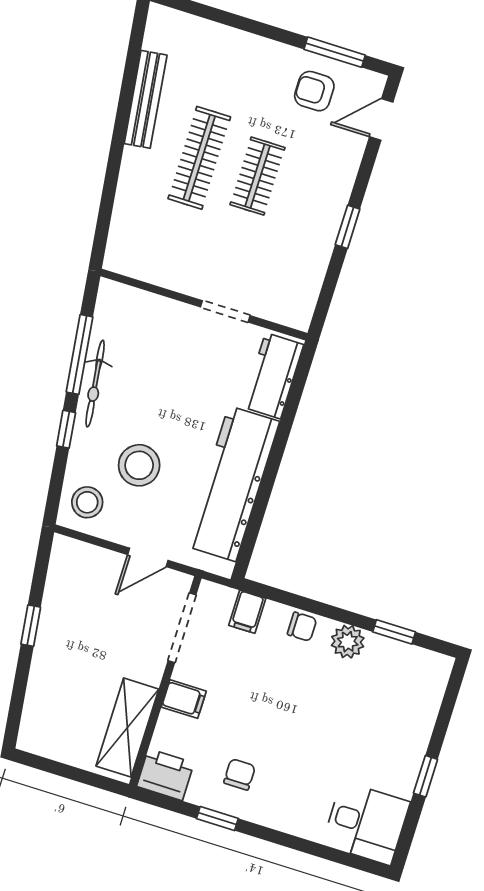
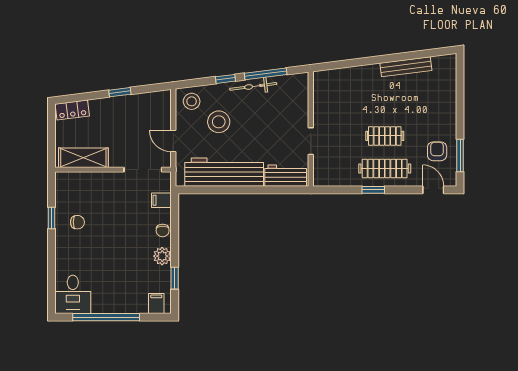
clothes rail: (199, 158) -> (385, 168), moved
filing cabinet: (184, 699) -> (156, 303), moved, turned 180
locker: (36, 721) -> (72, 110), added
printer: (165, 775) -> (66, 184), removed
window: (426, 776) -> (106, 317), width x3.17

